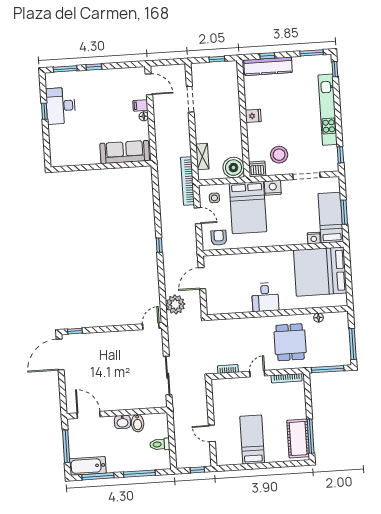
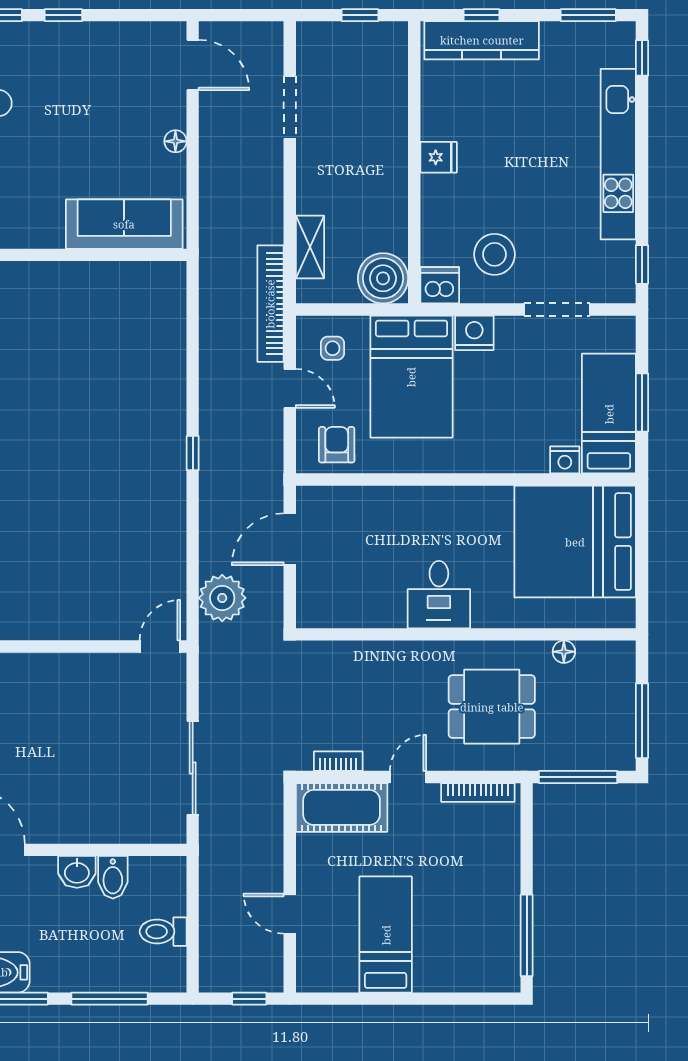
filing cabinet: (140, 105) -> (169, 115), removed
dining table: (290, 342) -> (492, 707), turned 90
cot: (298, 439) -> (342, 807), moved, turned 90

